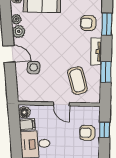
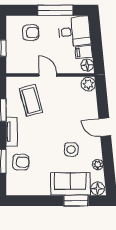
plant: (19, 31) -> (88, 84), moved
side table: (34, 67) -> (71, 149), moved
armchair: (87, 133) -> (31, 33), moved

